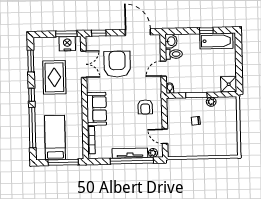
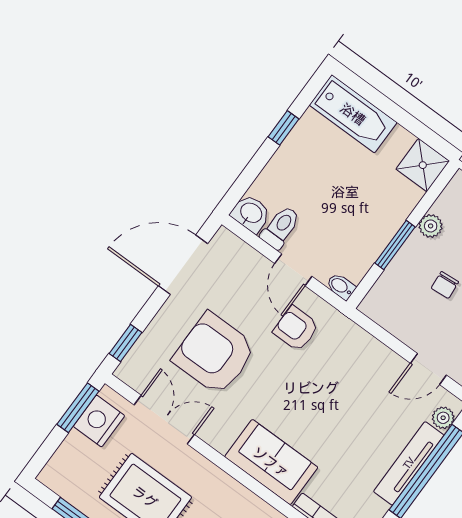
bathtub: (216, 41) -> (353, 114), moved, turned 90
armchair: (145, 107) -> (296, 329), moved, turned 180

